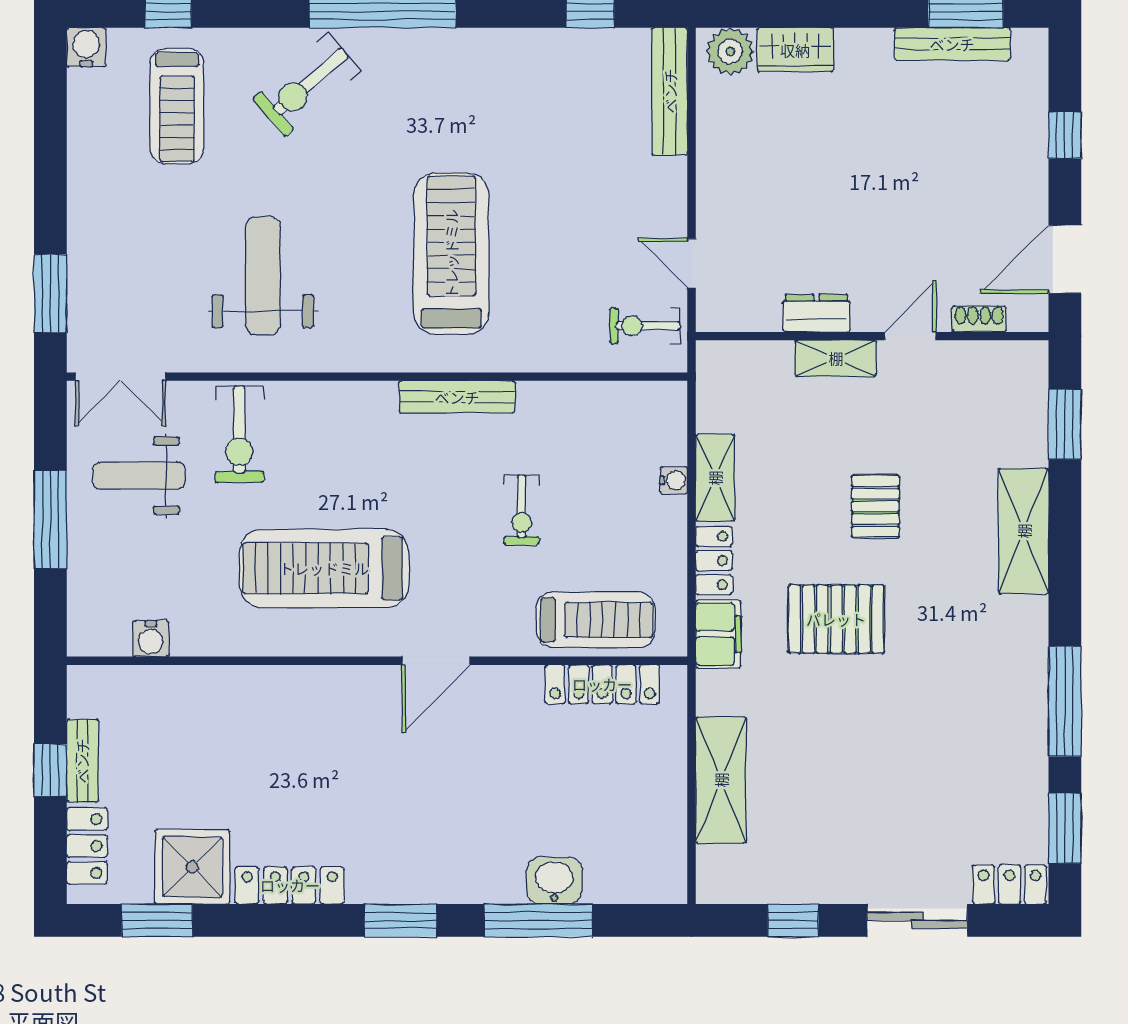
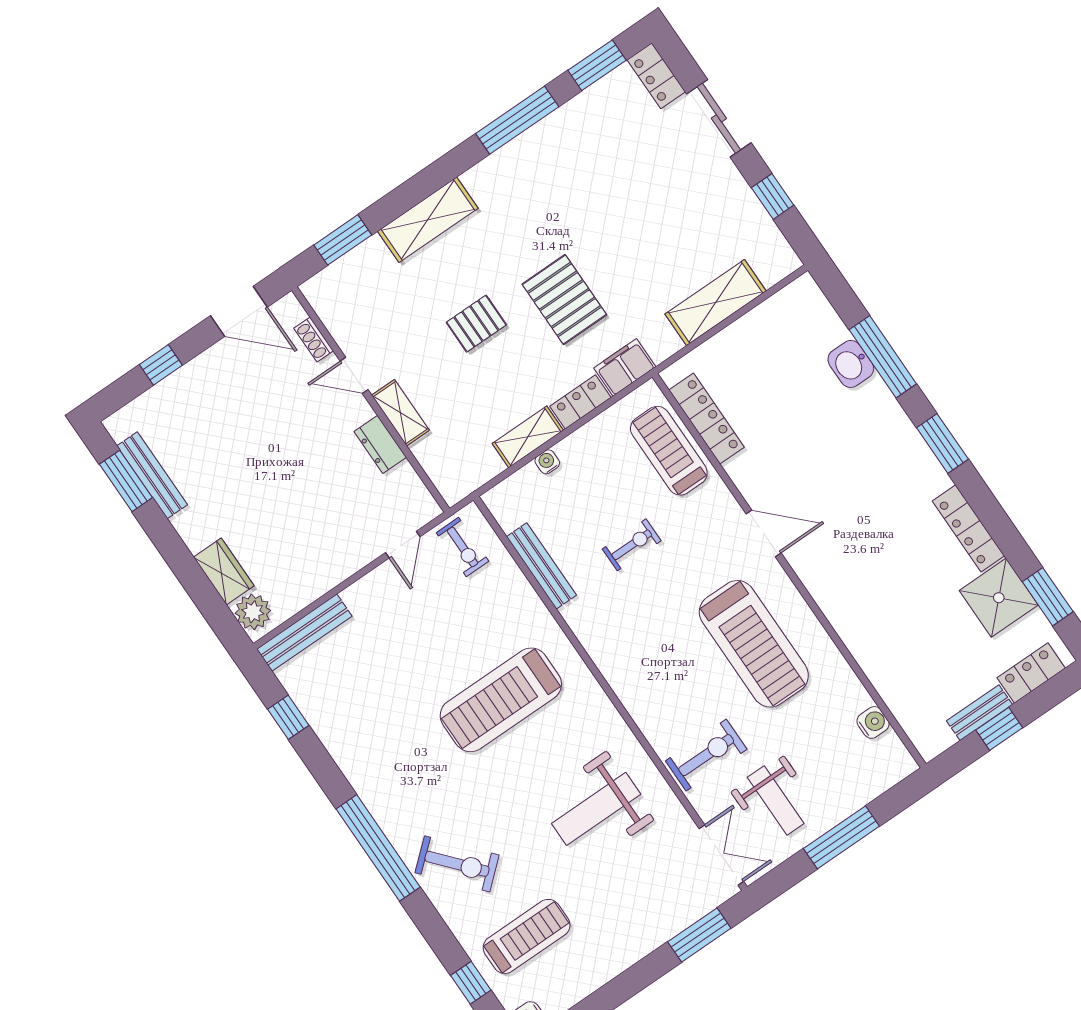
bench: (457, 397) -> (541, 566), moved

